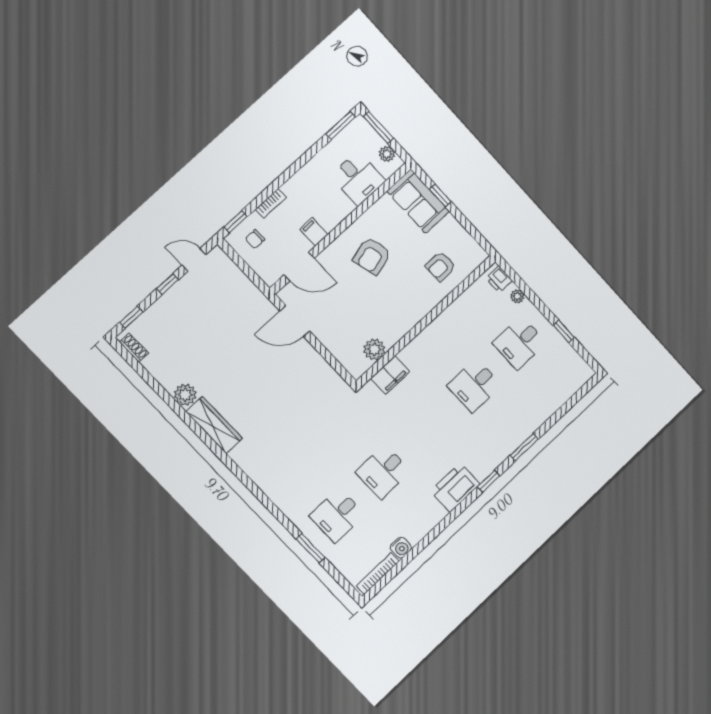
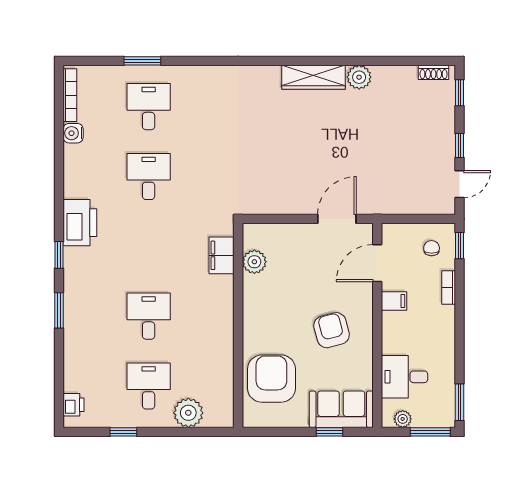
armchair: (441, 266) -> (271, 379), width x1.88, depth x1.88
printer: (499, 279) -> (74, 405), moved, turned 90
plant: (517, 296) -> (188, 413), width x1.88, depth x1.88

